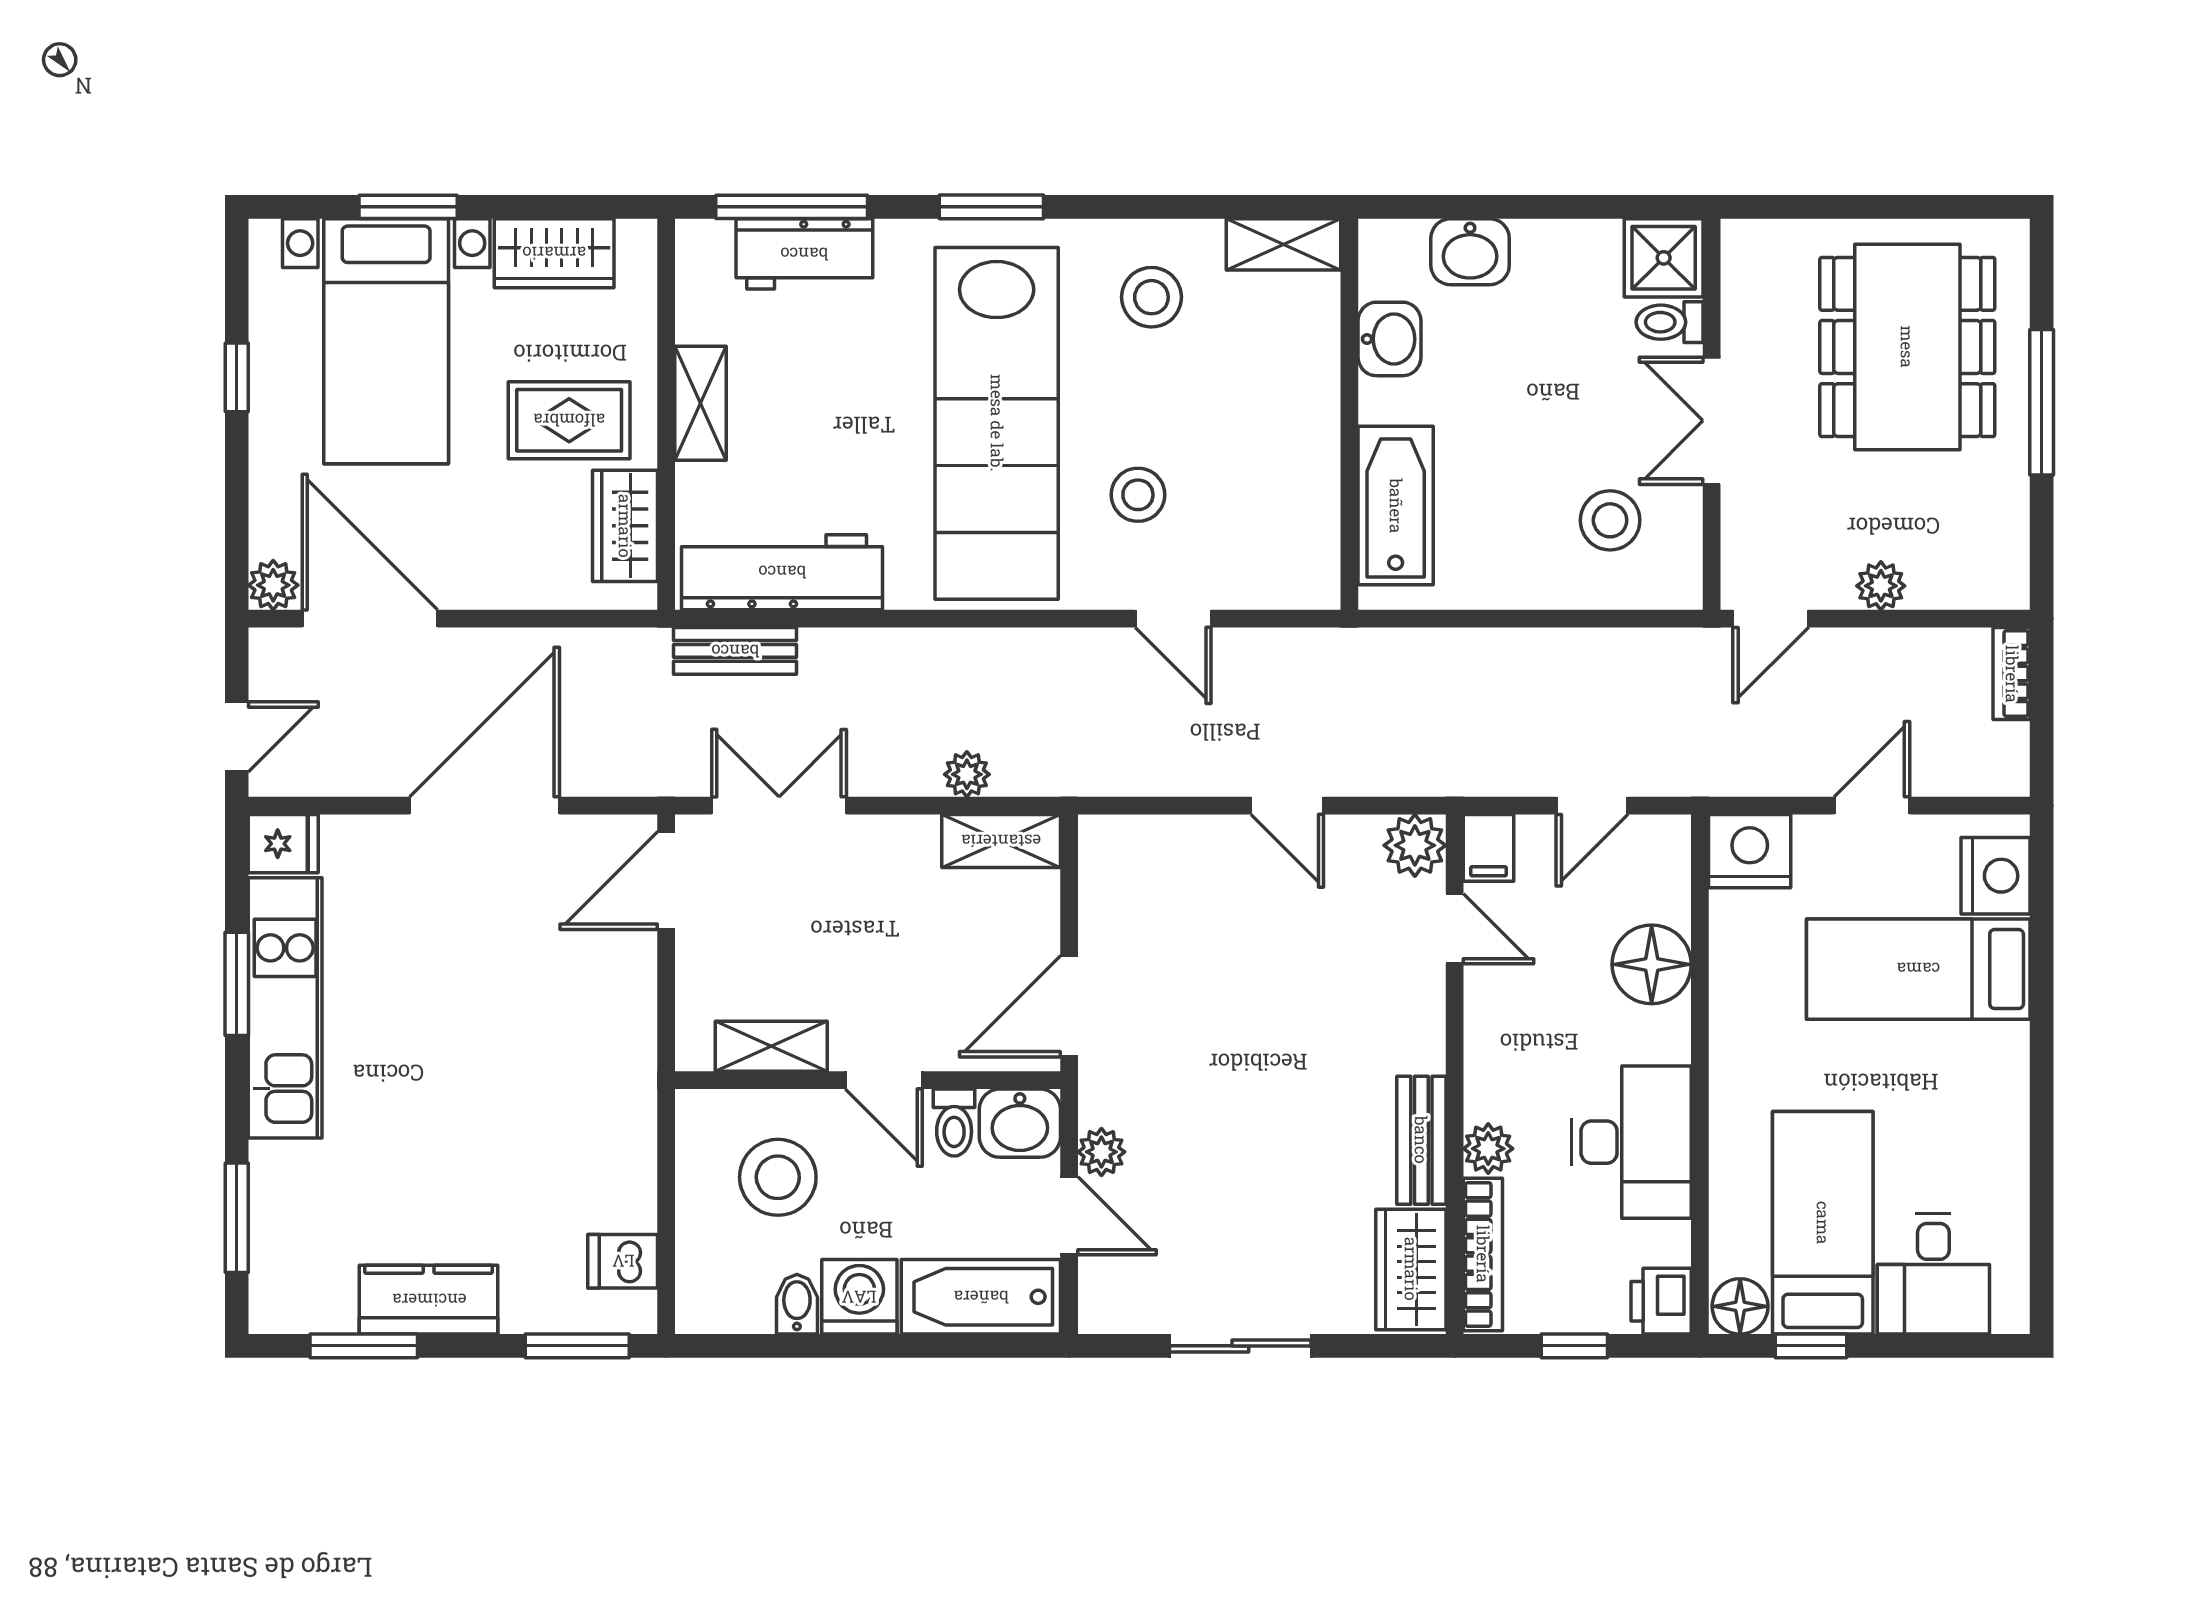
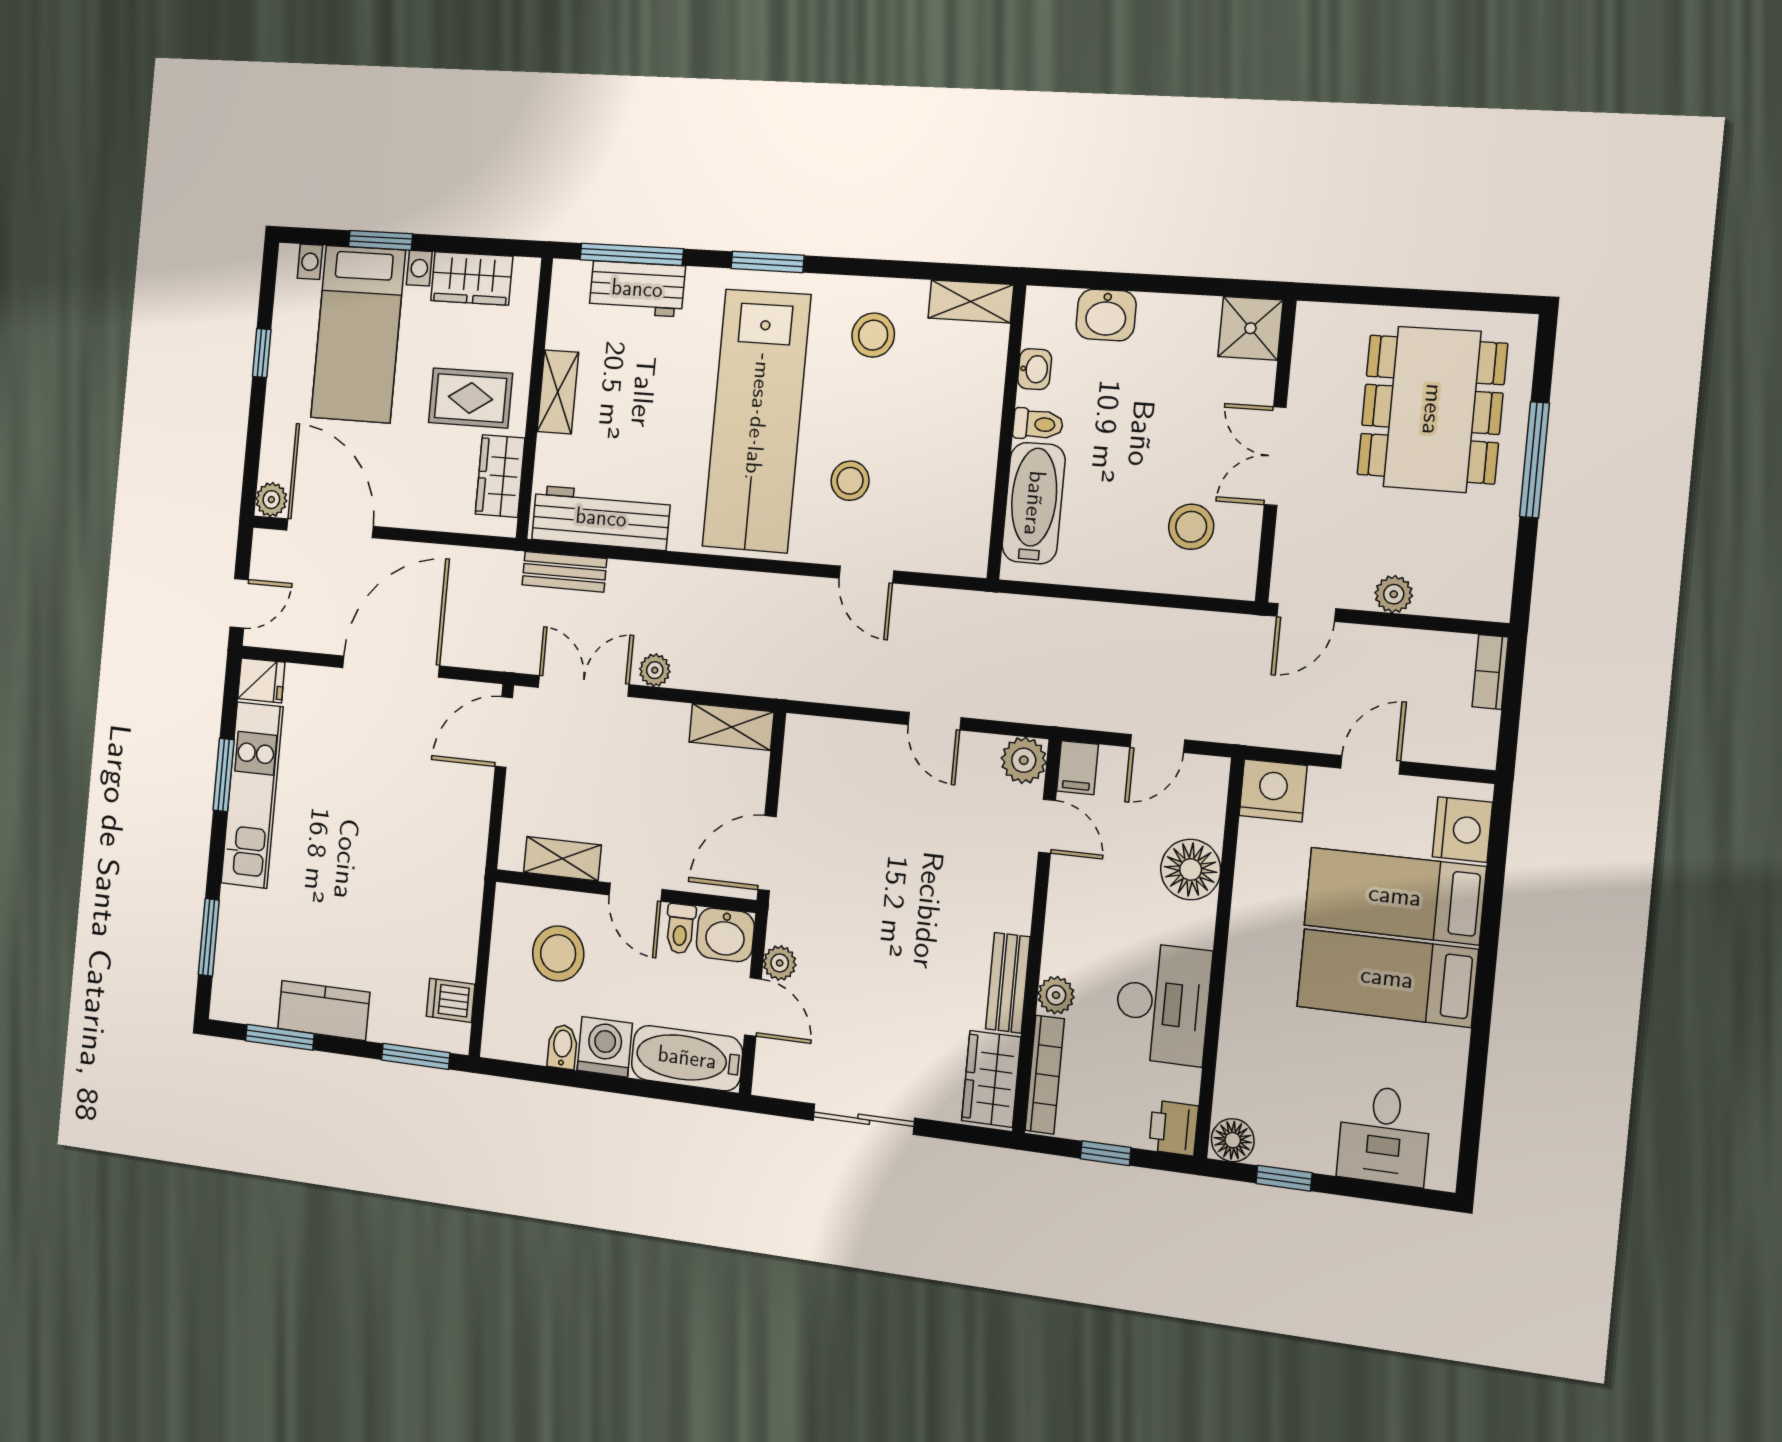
toilet: (1670, 322) -> (1038, 424), moved, turned 180
washbasin: (1390, 339) -> (1035, 369), width x0.72, depth x0.69
plant: (967, 774) -> (655, 670), moved
bed: (1823, 1223) -> (1387, 978), moved, turned -90

